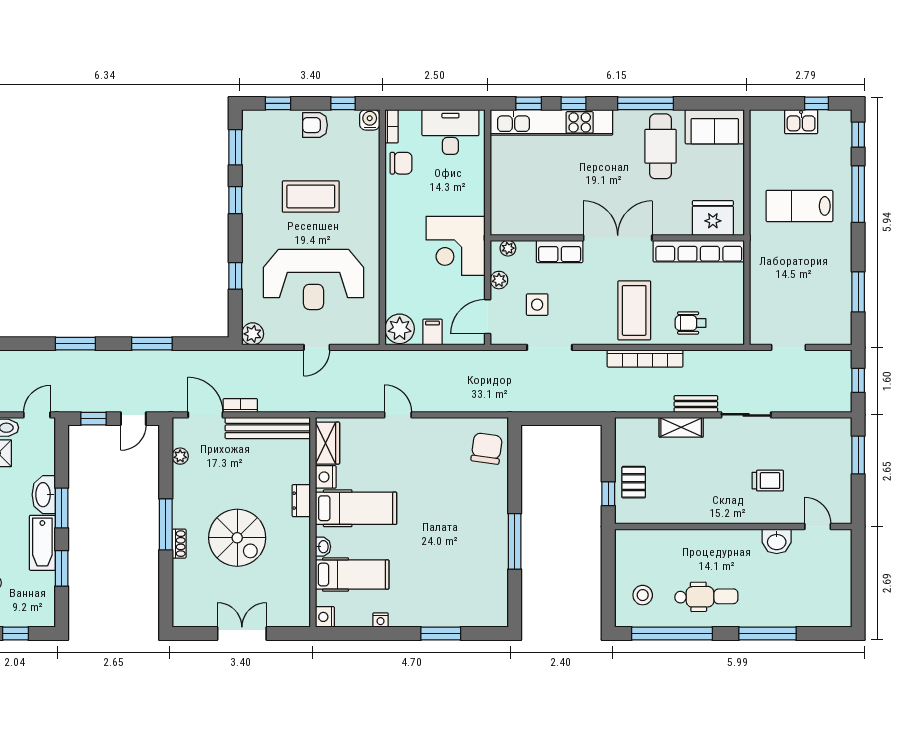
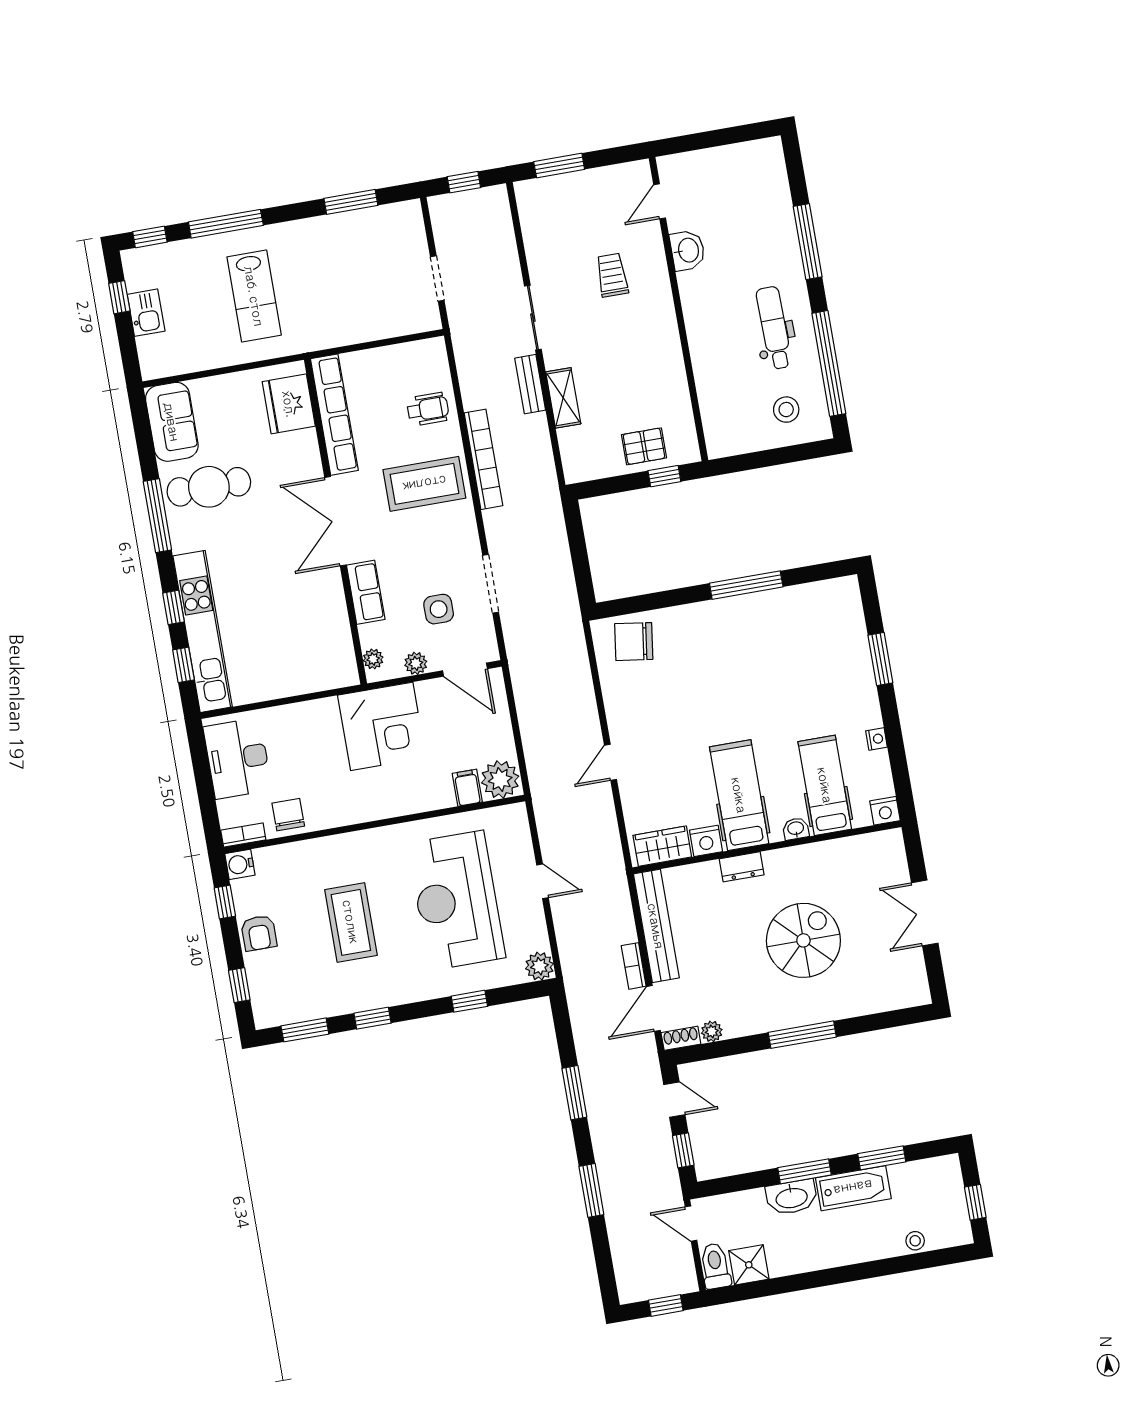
reception desk: (313, 279) -> (456, 900), turned 180
wheelchair: (691, 323) -> (428, 409), turned -90
filing cabinet: (432, 332) -> (467, 788), moved, turned 90
shoe rack: (179, 544) -> (681, 1038), moved

